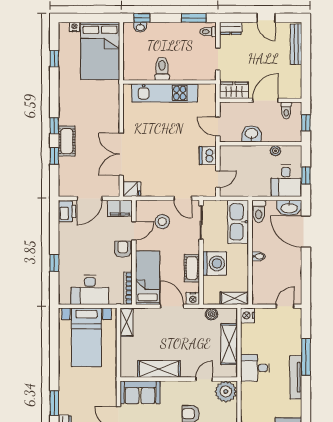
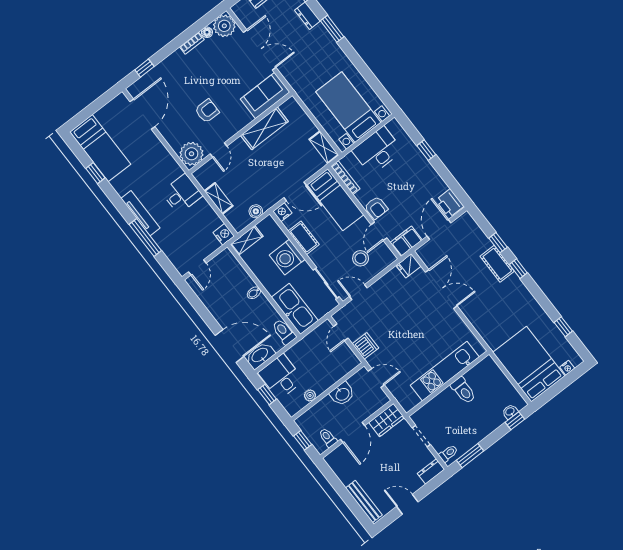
shelving: (229, 344) -> (219, 198), width x0.67, depth x0.75

